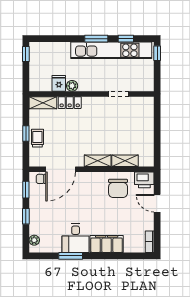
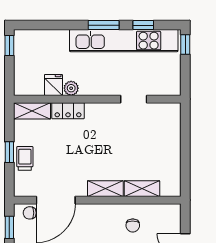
printer: (144, 180) -> (168, 214), removed
chair: (118, 188) -> (133, 225), width x0.54, depth x0.54

